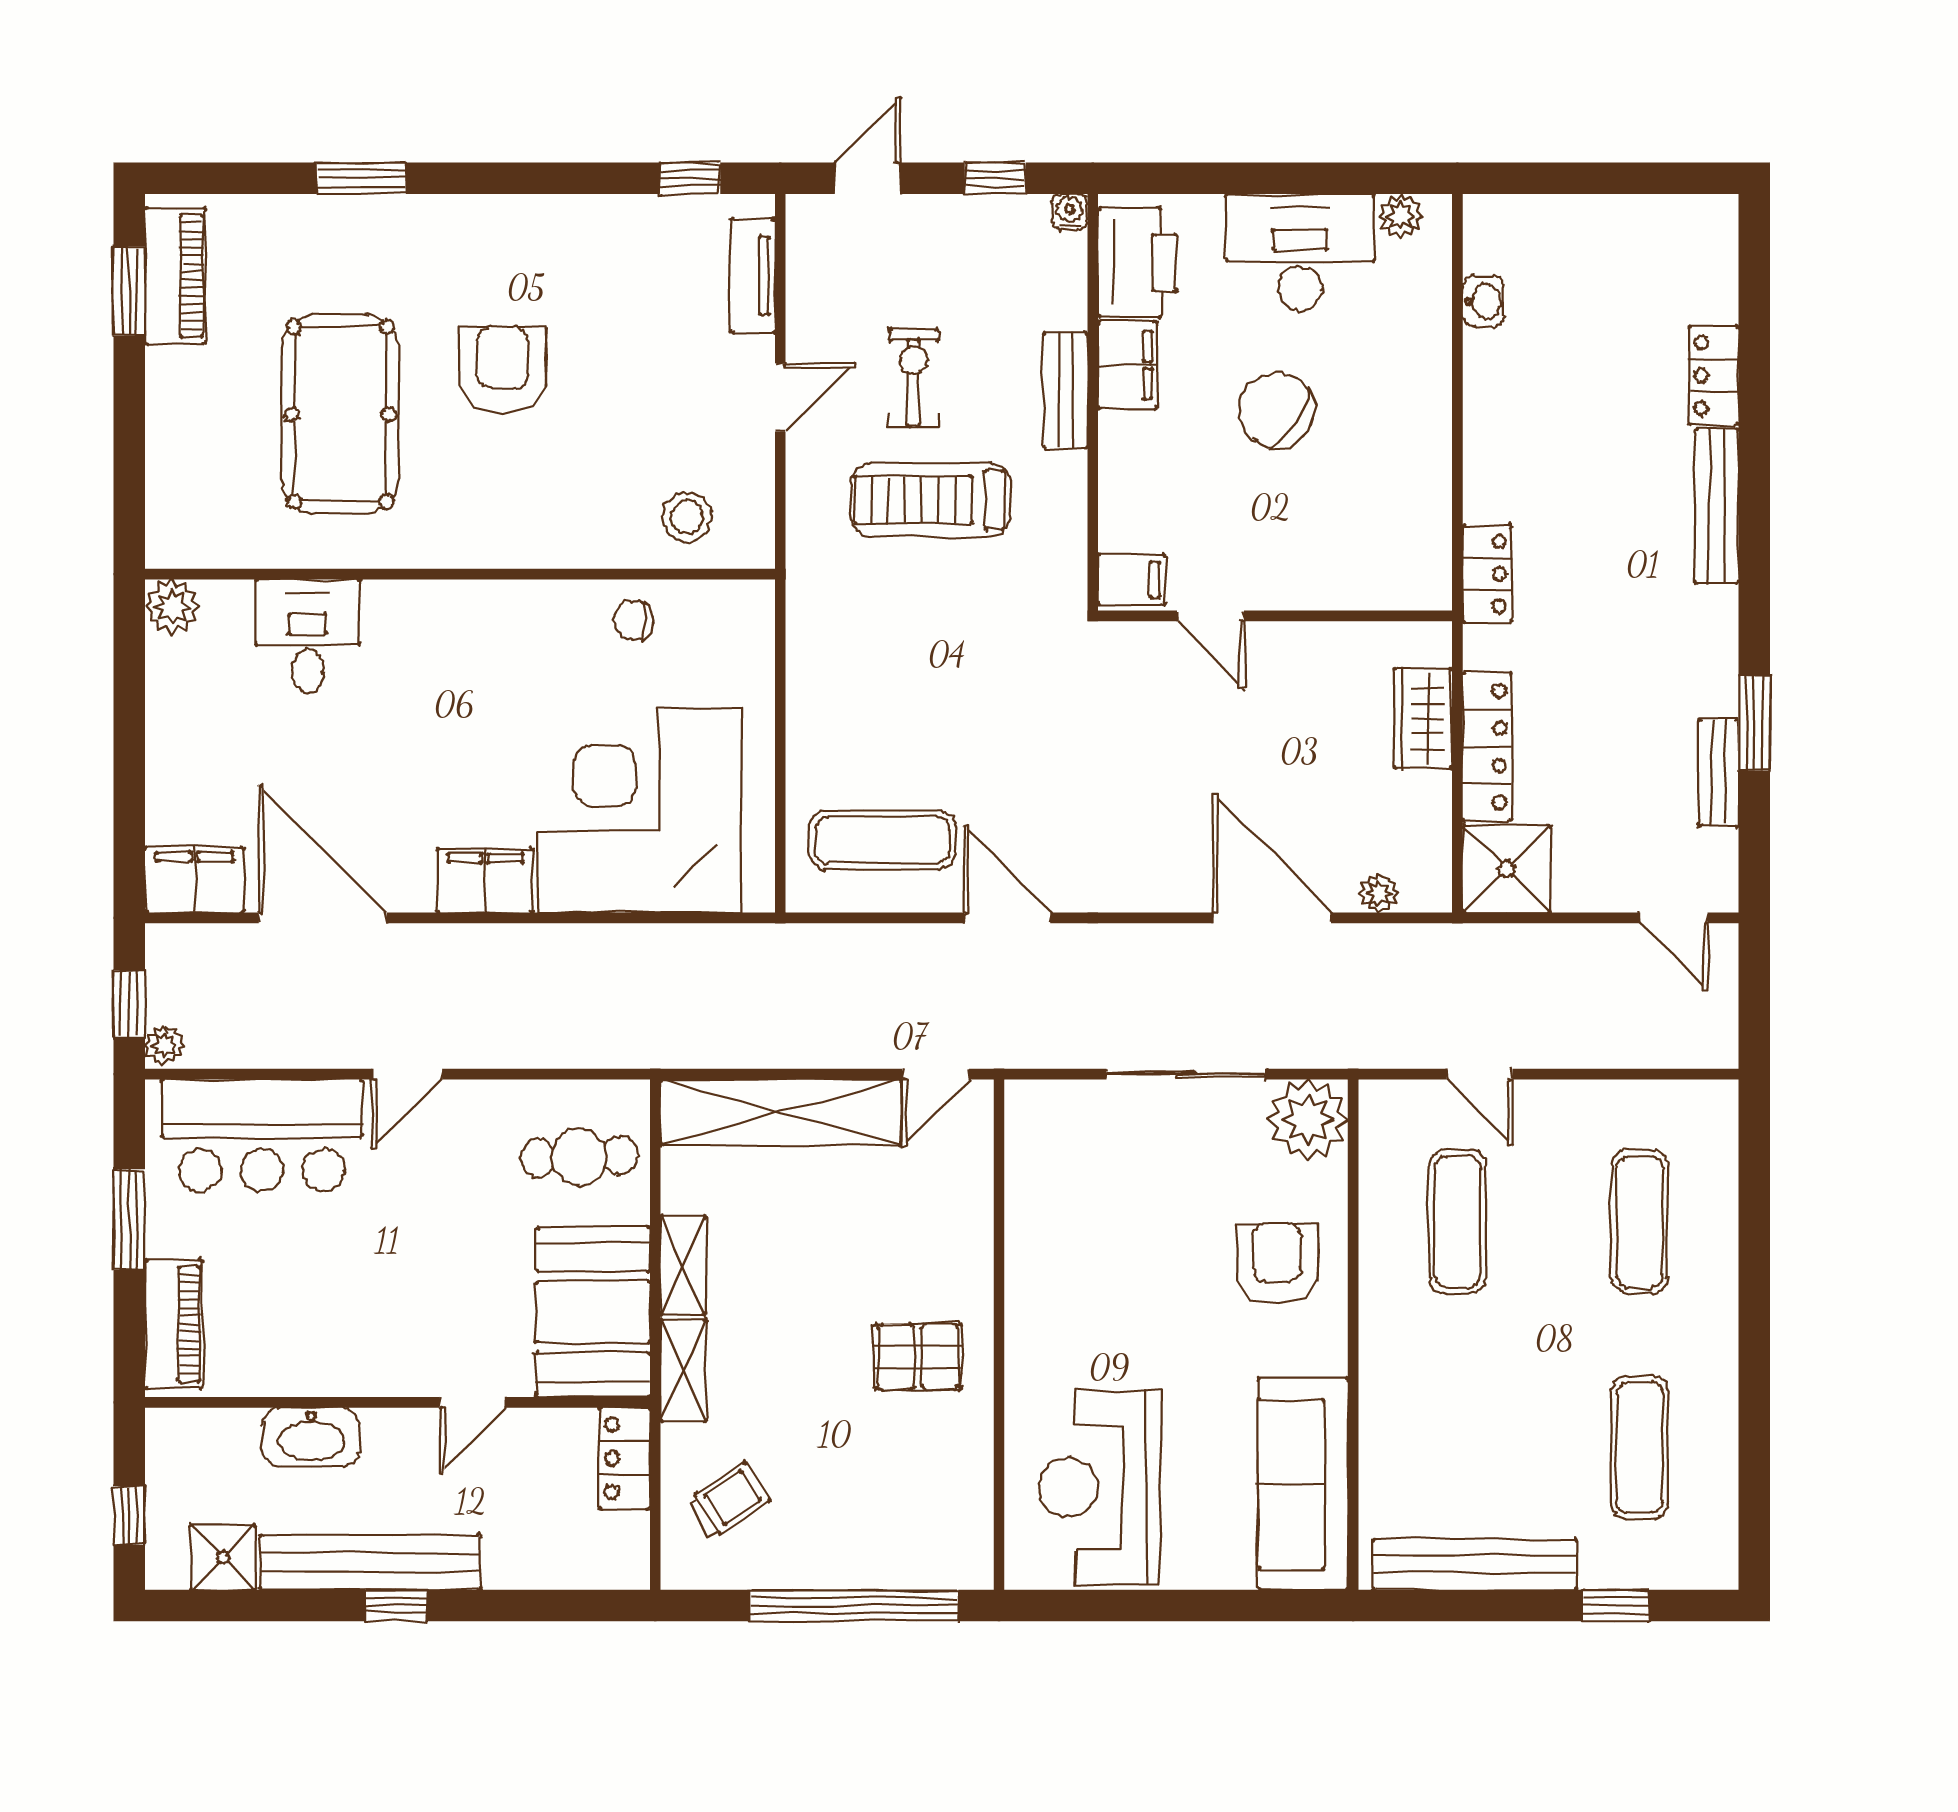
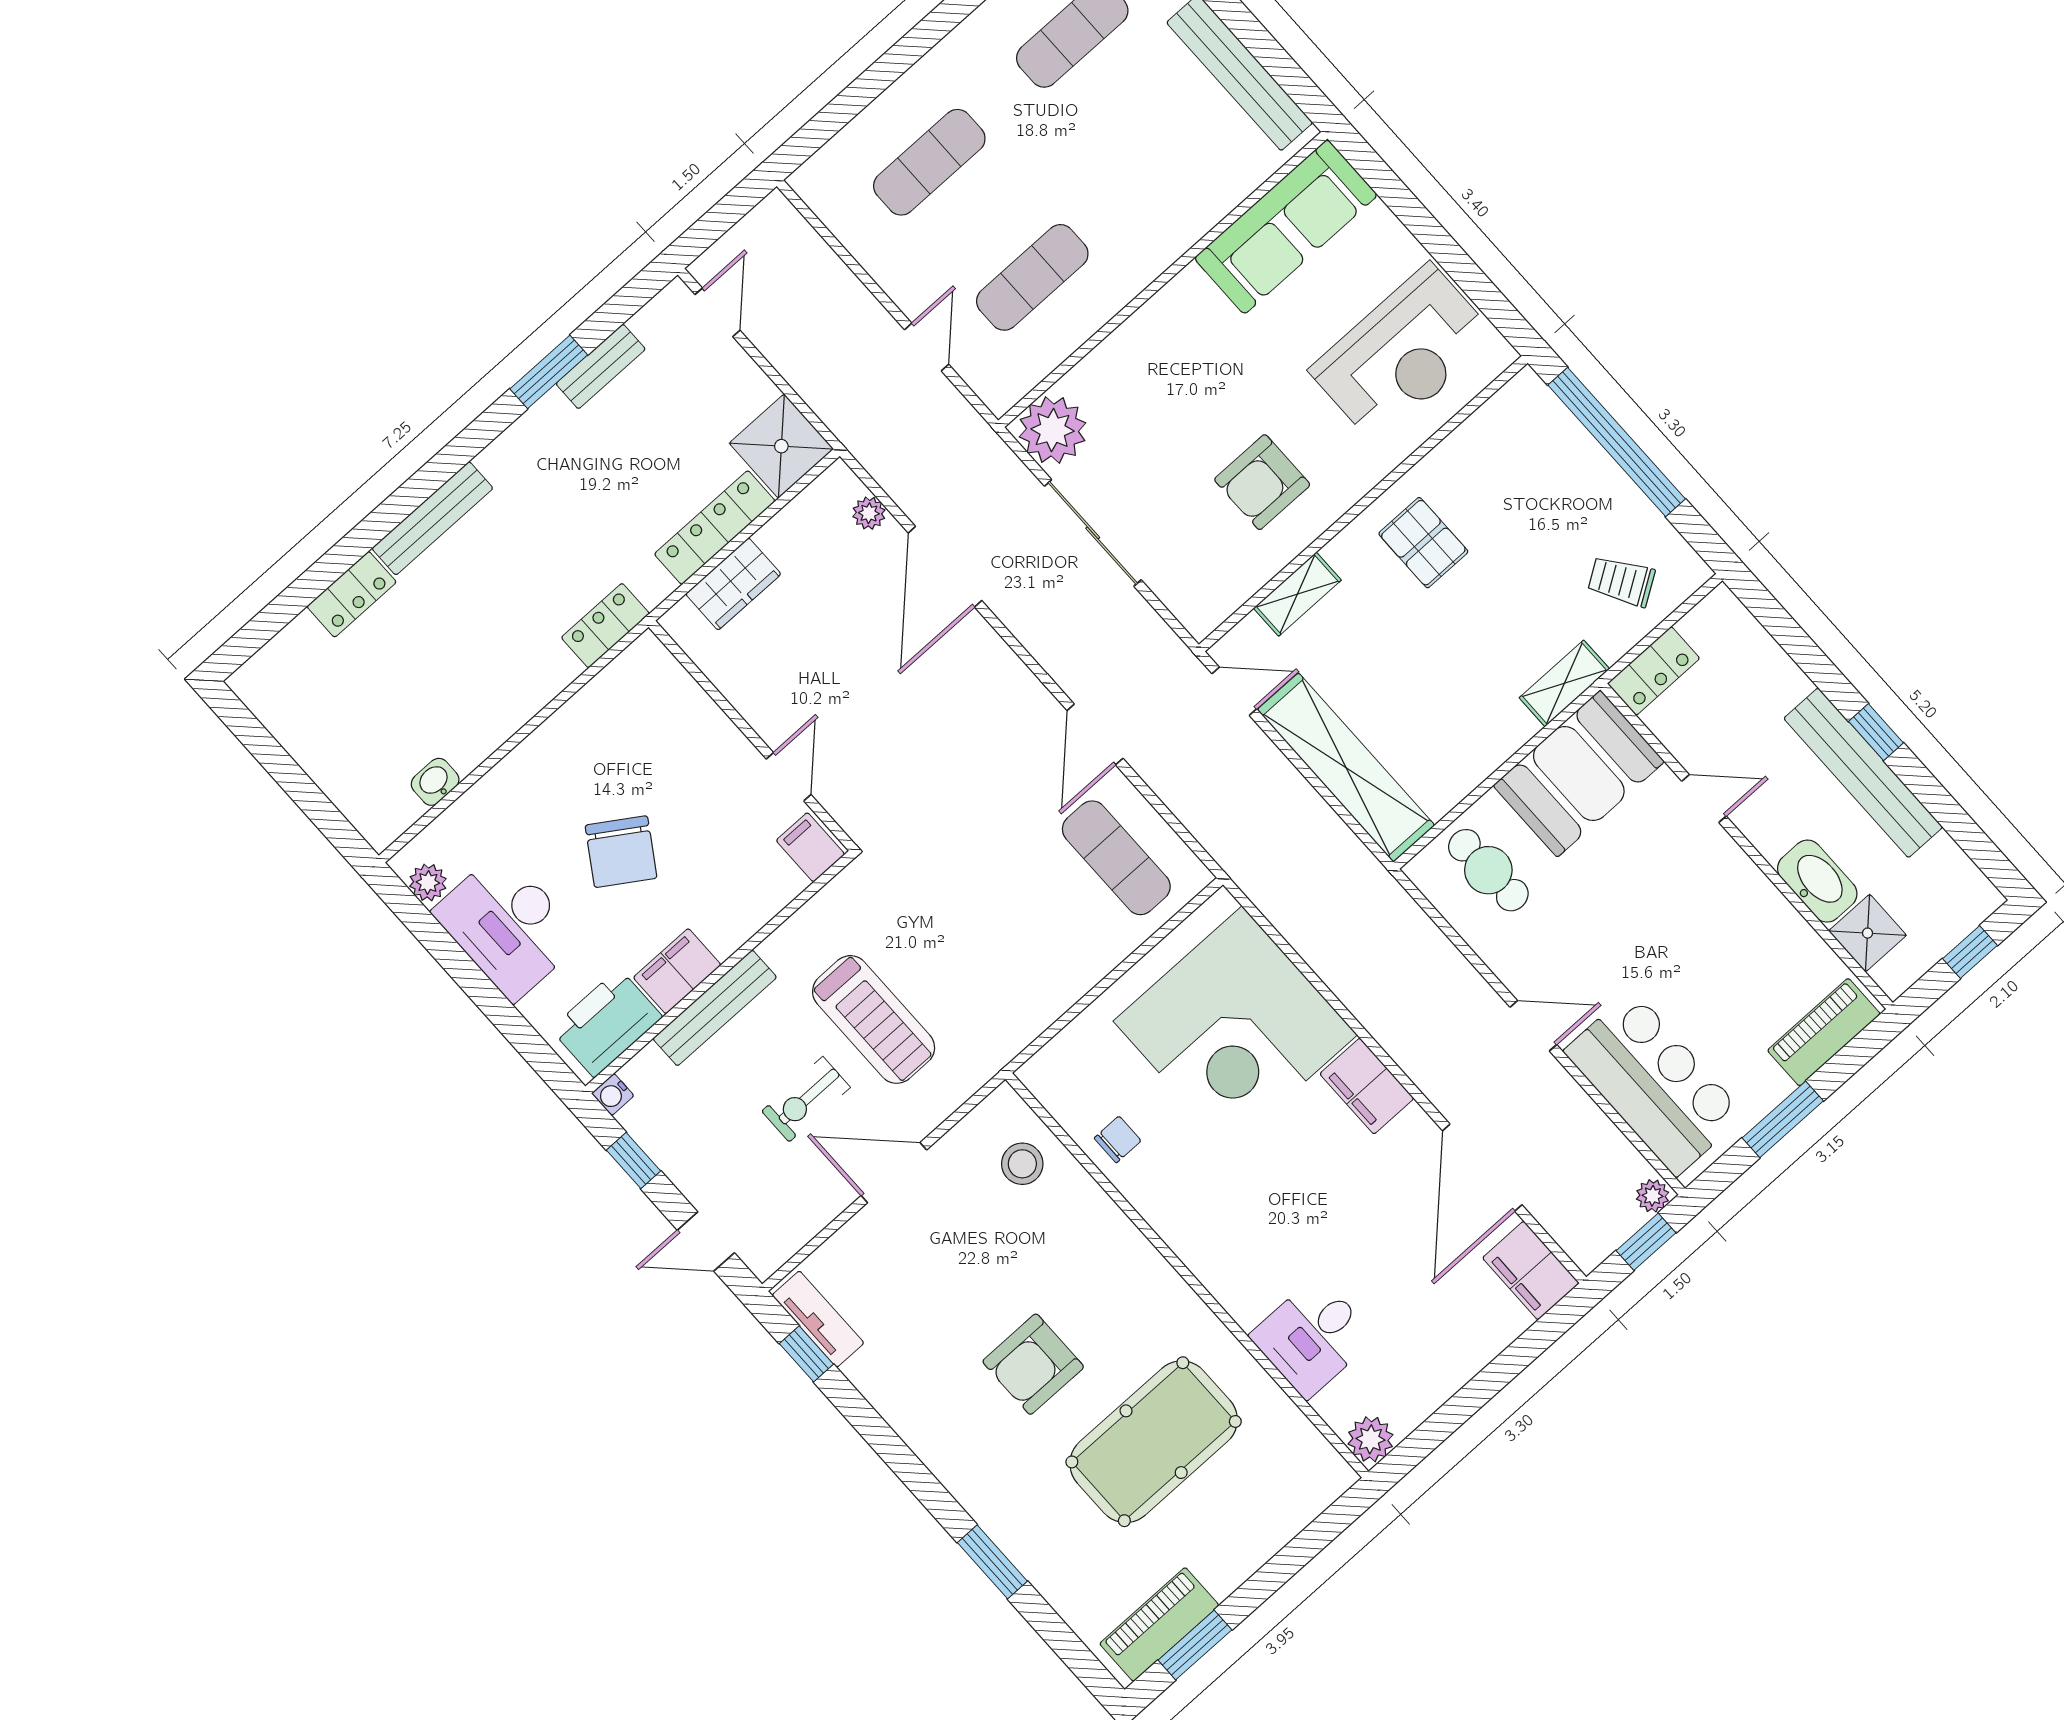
tv unit: (753, 276) -> (818, 1319), moved, turned -90
bench: (1065, 391) -> (715, 1008), width x1.36
door: (780, 397) -> (894, 1173), width x1.38
chair: (634, 620) -> (1118, 1139), turned -90
armchair: (1277, 1264) -> (1262, 482), moved
shelving: (683, 1265) -> (1297, 594), moved
shower: (223, 1557) -> (1868, 933), moved

